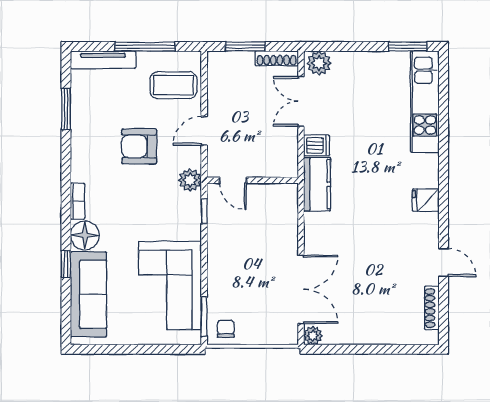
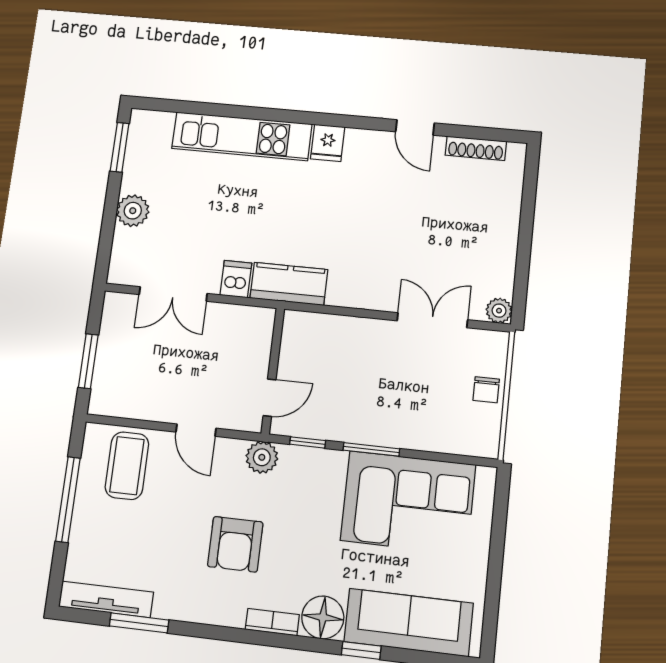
shoe rack: (277, 58) -> (110, 321), removed
tv unit: (103, 60) -> (106, 599), moved, turned -90
plant: (319, 63) -> (133, 211), moved
kitchen unit: (425, 102) -> (242, 136), moved
armchair: (139, 146) -> (235, 544), moved
door: (444, 263) -> (415, 127), swing flipped
double door: (301, 289) -> (432, 320), width x0.73
window: (204, 316) -> (371, 449), moved
chair: (226, 329) -> (486, 390), moved, turned -90

